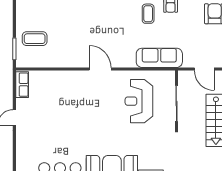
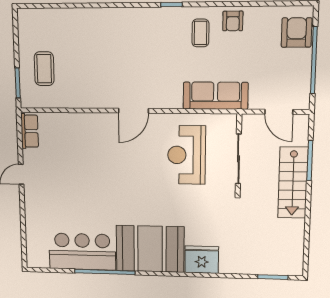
coffee table: (35, 39) -> (44, 69), turned 90
door: (100, 69) -> (133, 111), swing flipped

